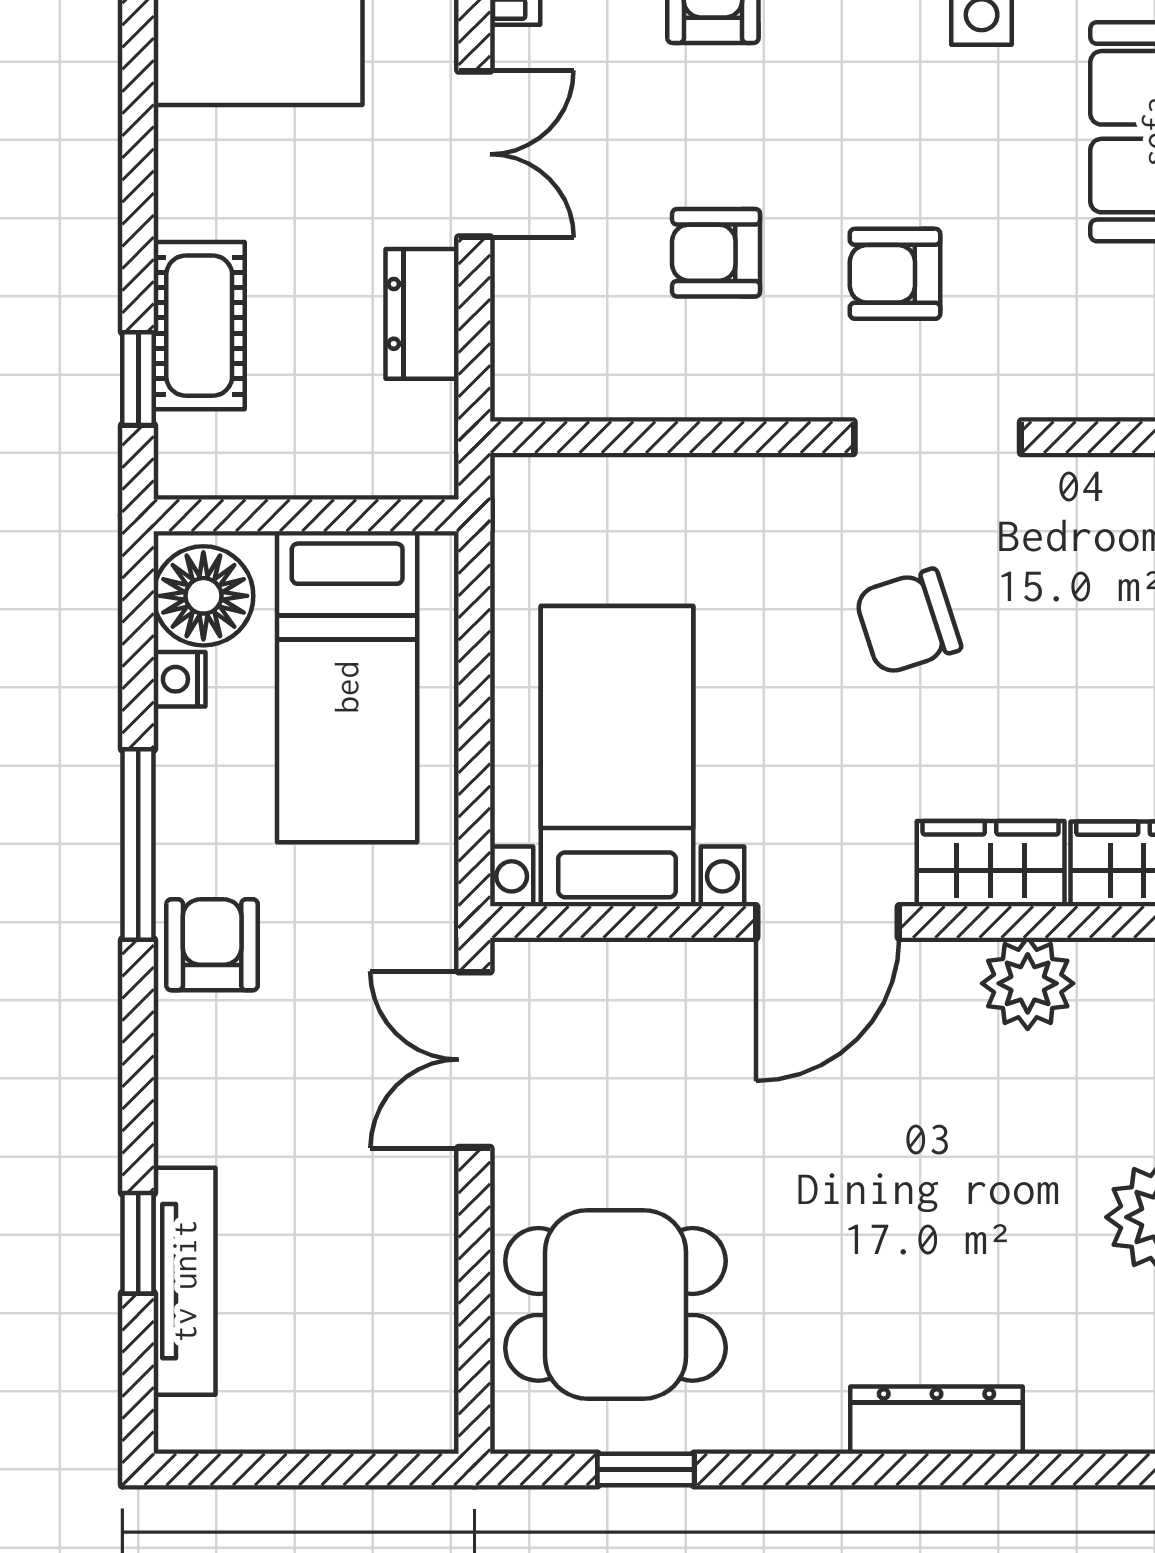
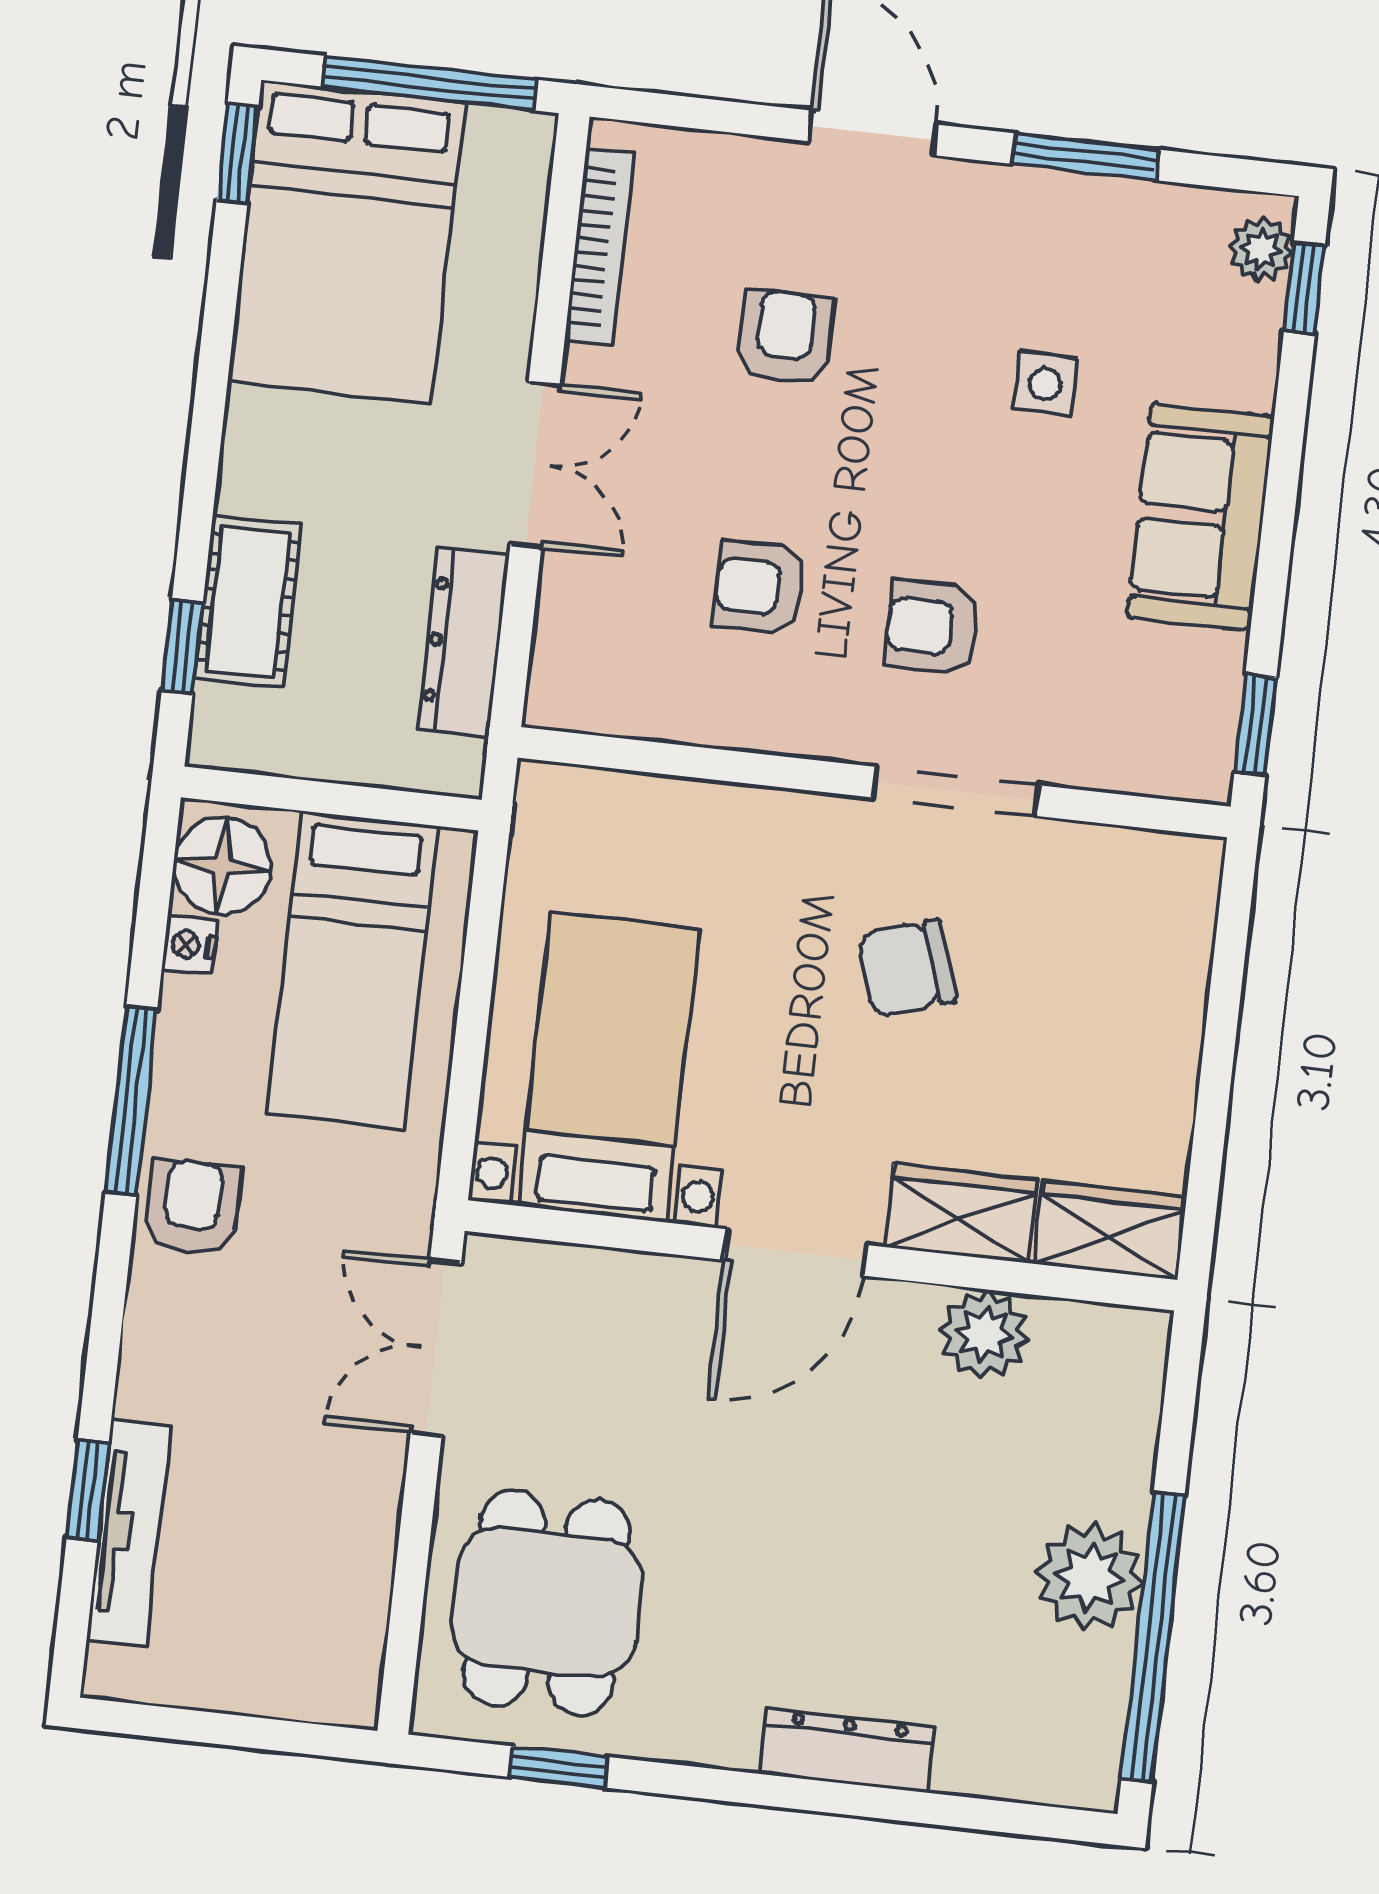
dresser: (422, 314) -> (463, 642), width x1.44
dining table: (615, 1304) -> (547, 1602), turned 90

